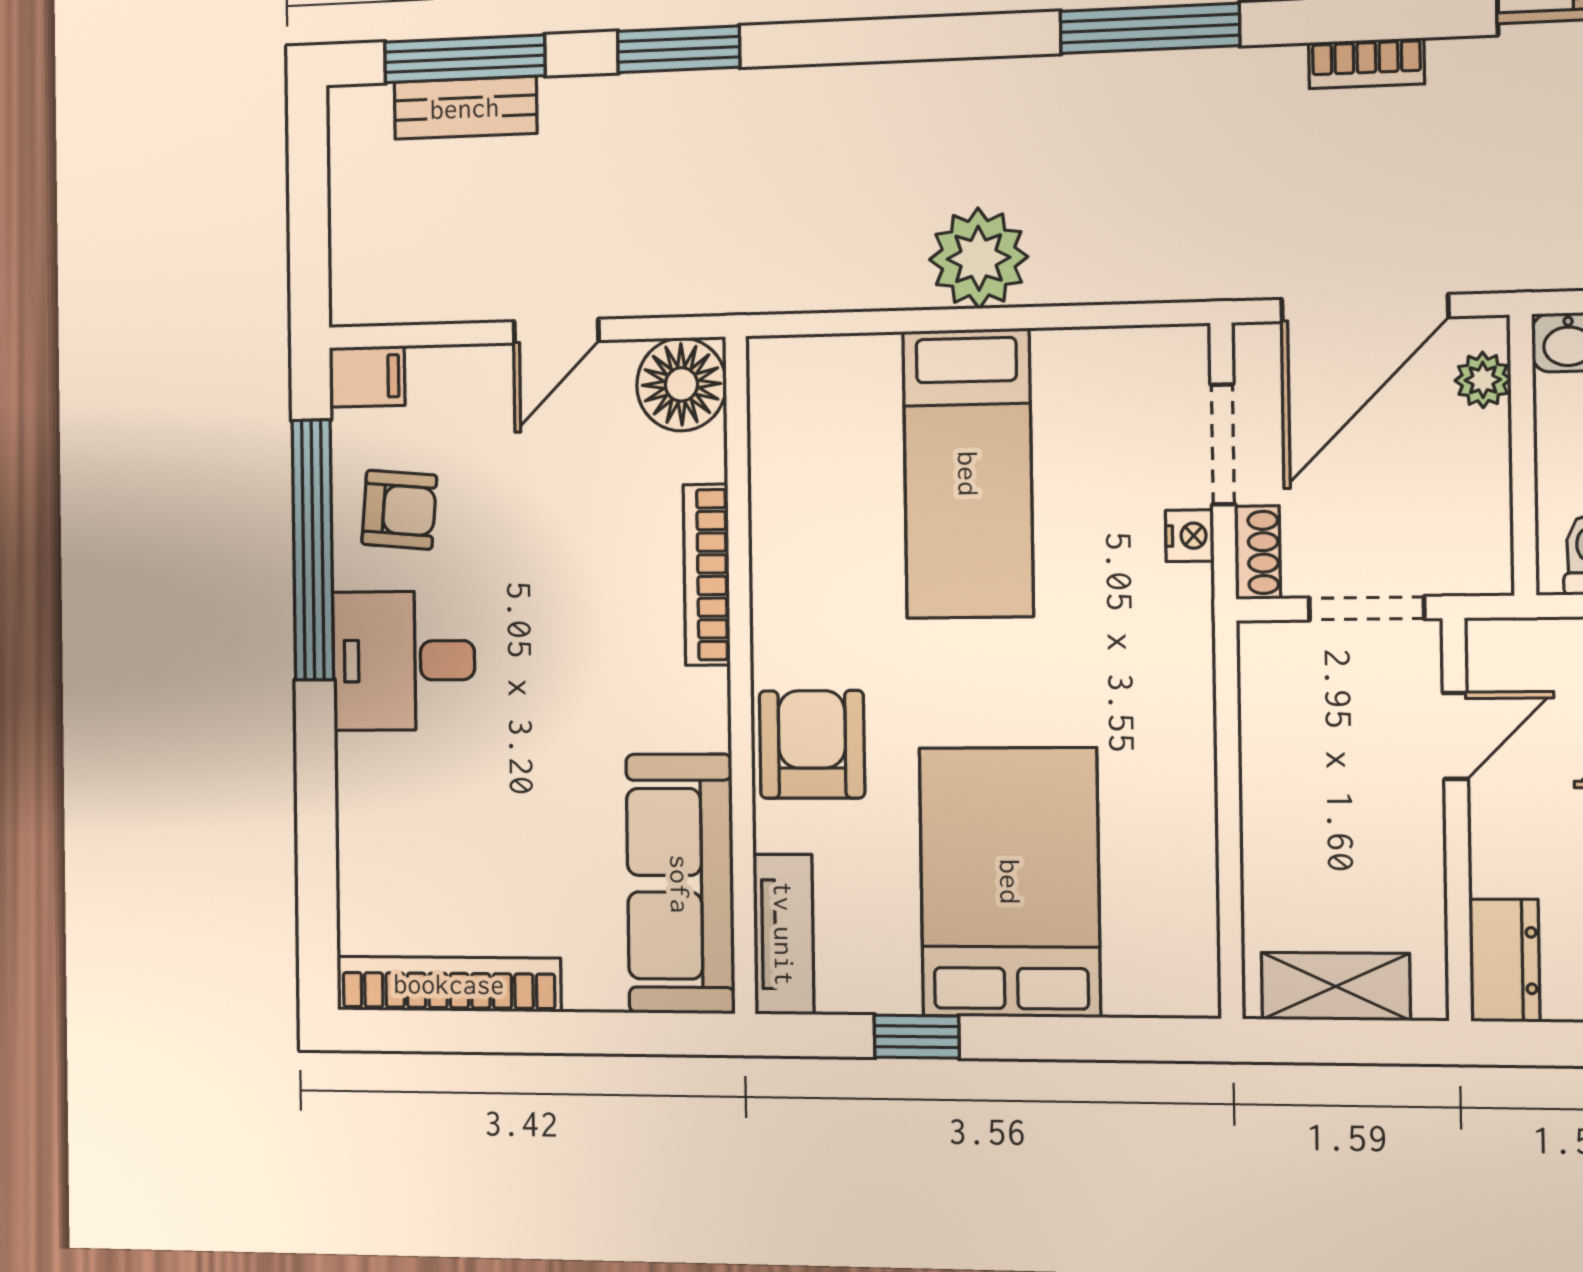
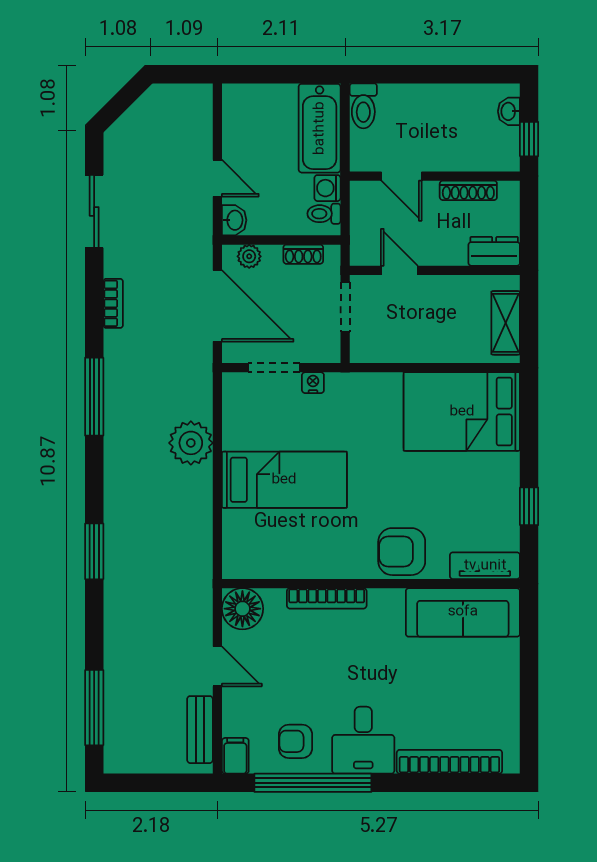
window: (679, 49) -> (94, 551), moved
bench: (465, 108) -> (200, 730), moved
plant: (979, 258) -> (191, 443), moved
armchair: (399, 510) -> (296, 741), turned -95
shoe rack: (1257, 553) -> (303, 254), moved, turned 180
bed: (1010, 882) -> (462, 412), moved
bookcase: (449, 984) -> (449, 762), moved, turned 90

